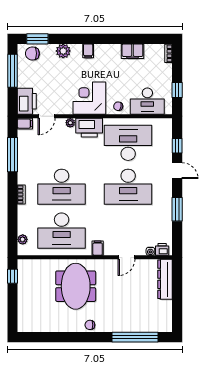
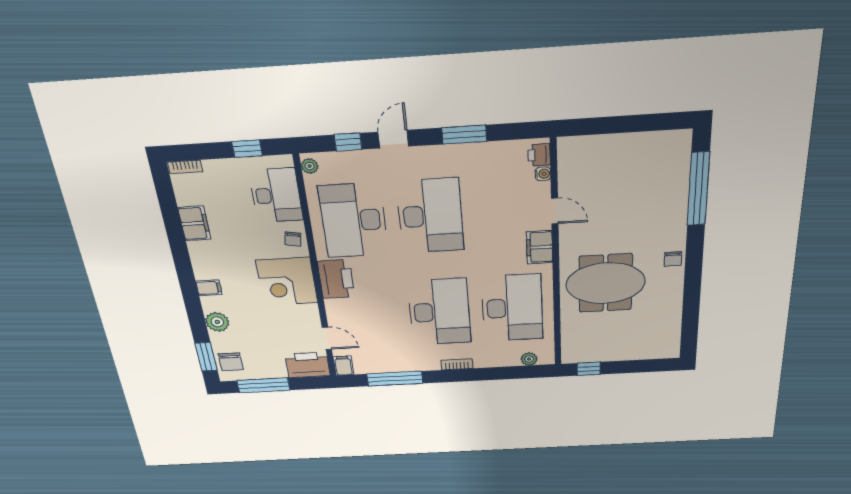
plant: (70, 123) -> (310, 166), moved
filing cabinet: (98, 248) -> (540, 247), width x2.00
dresser: (165, 279) -> (594, 147), removed

